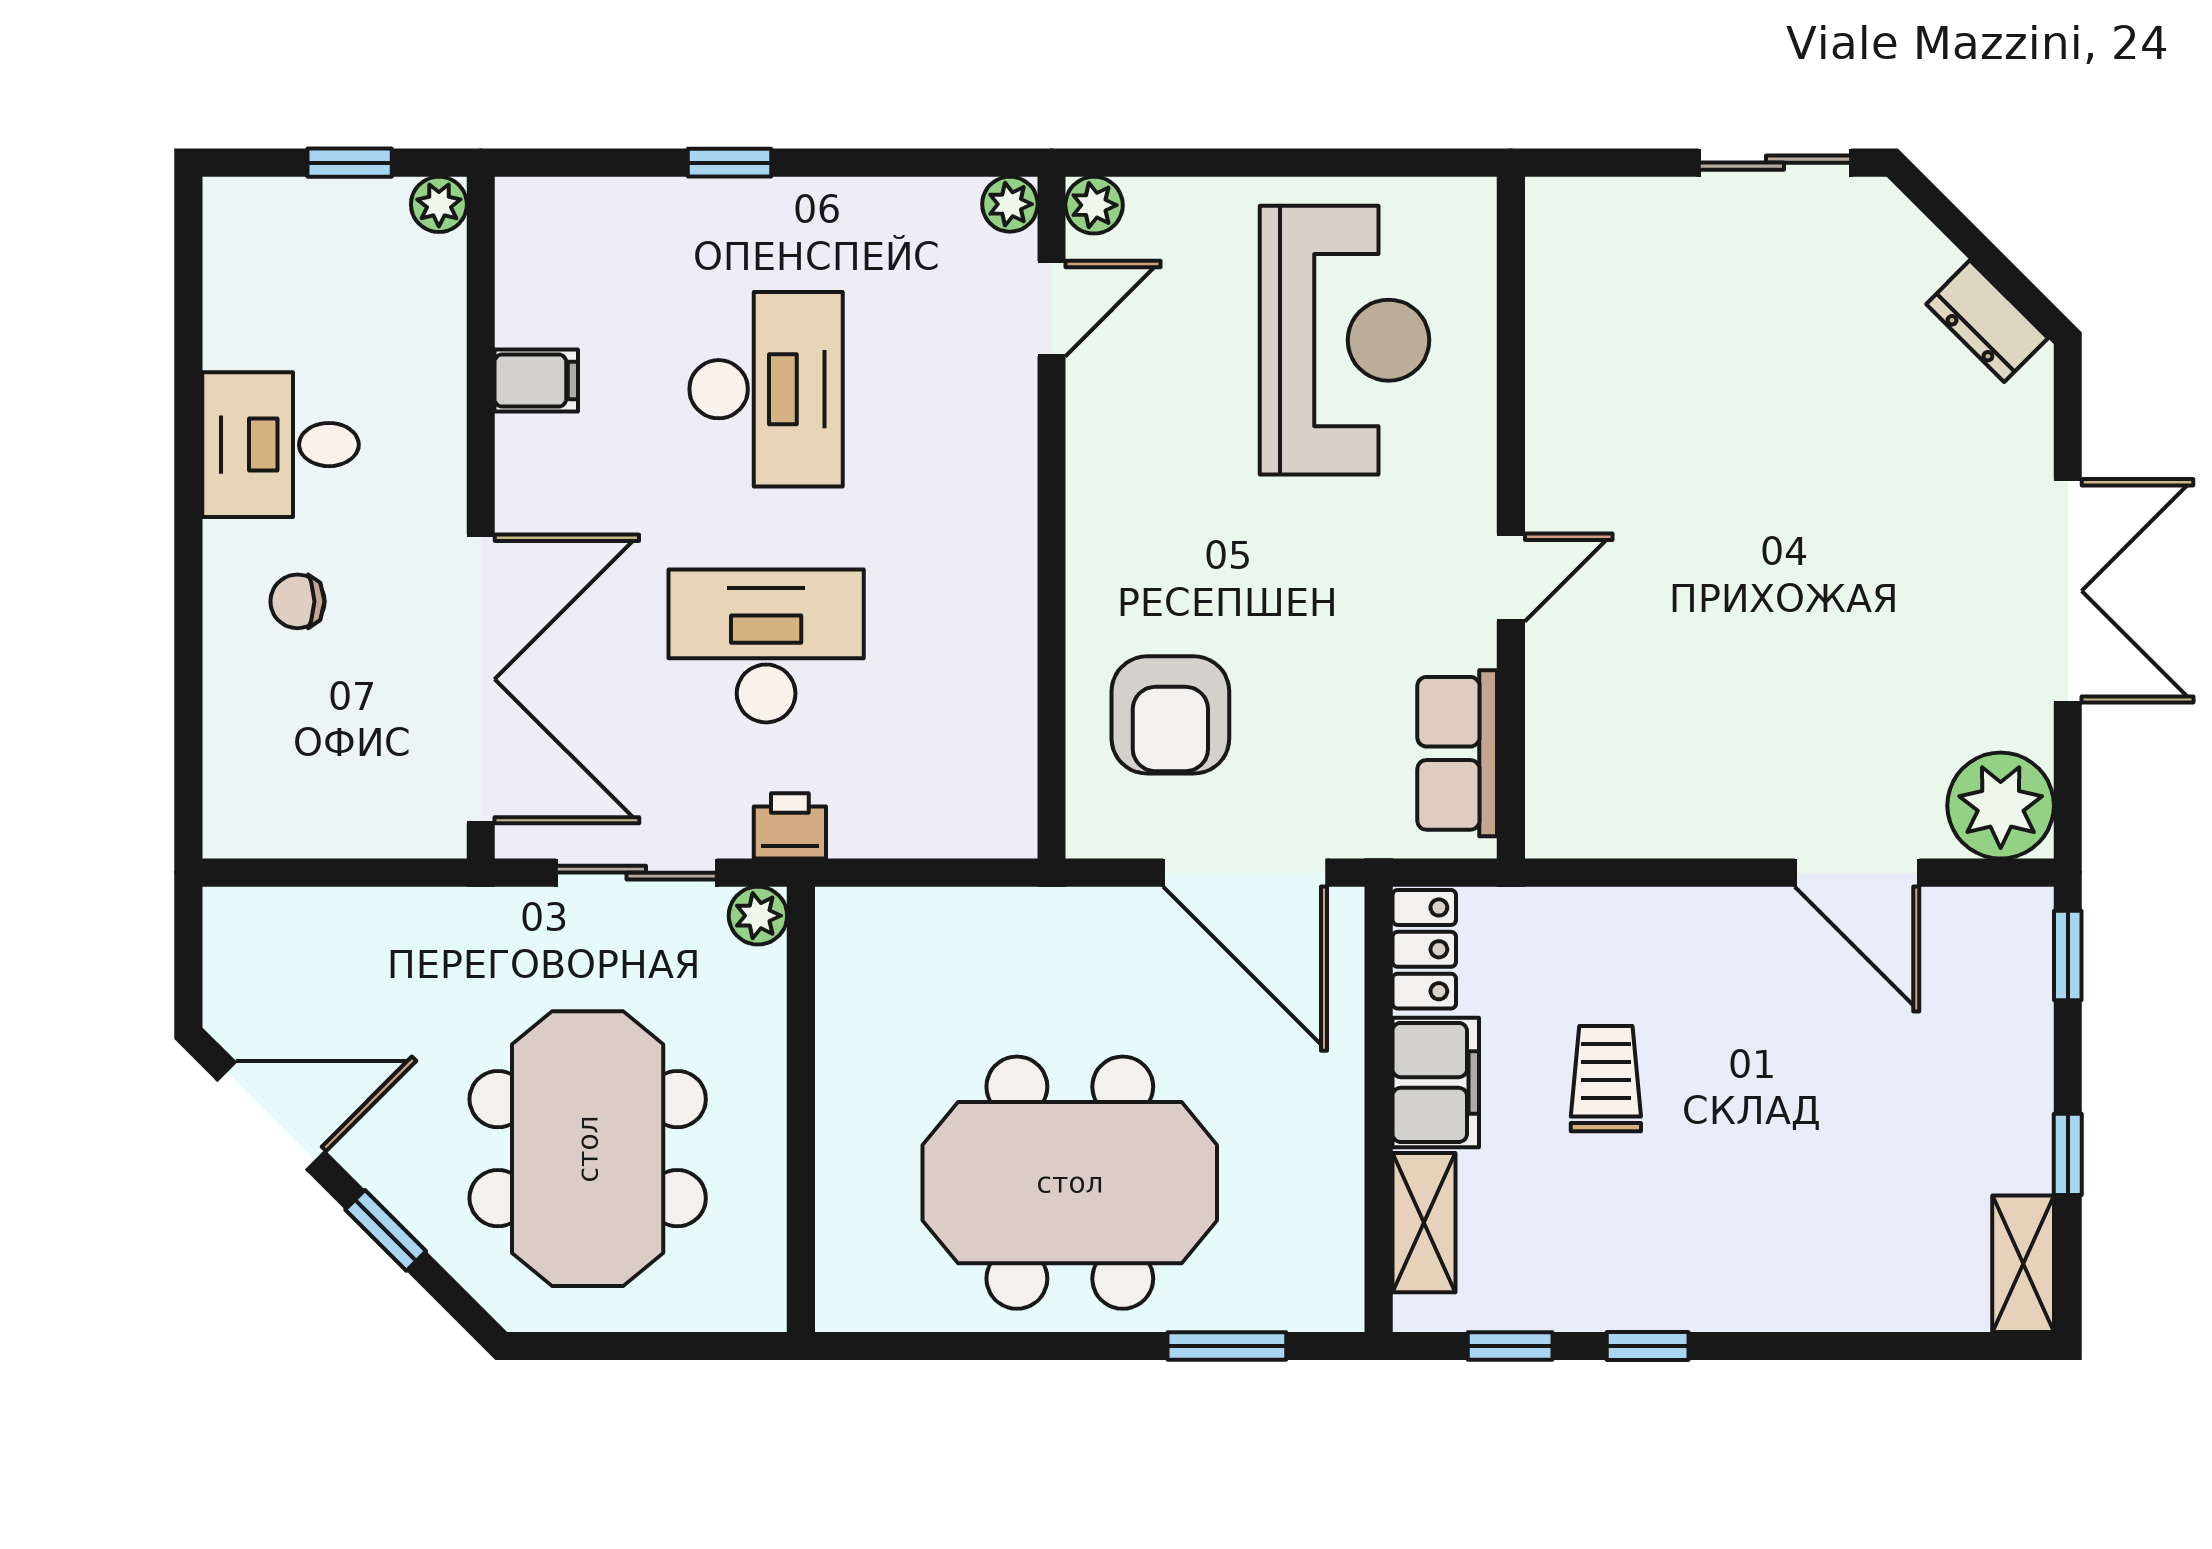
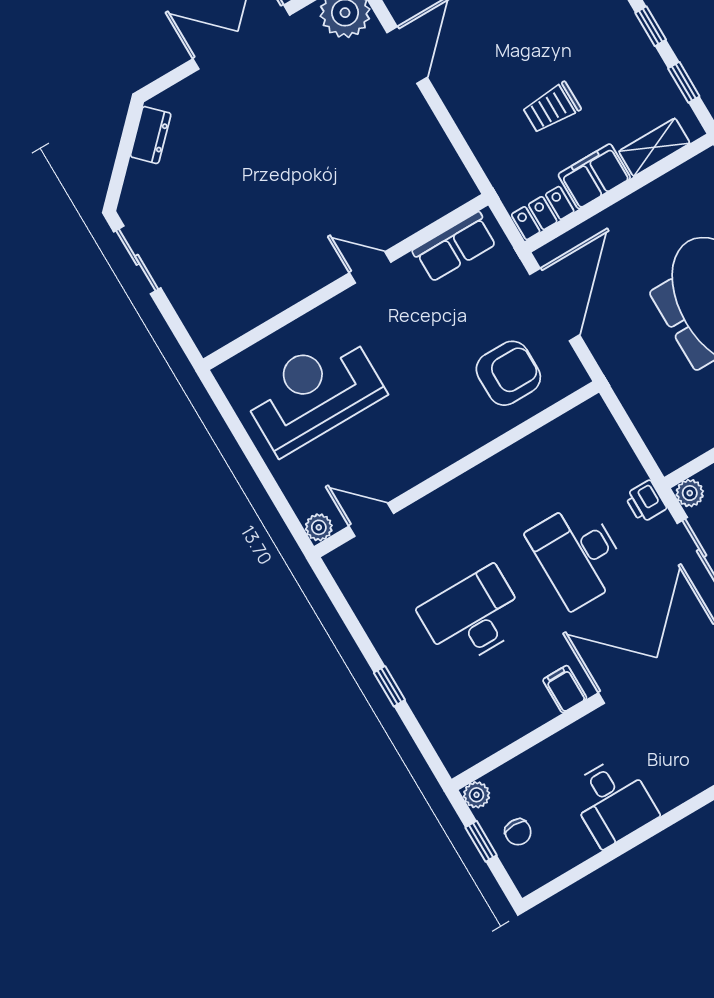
plant: (1010, 204) -> (339, 562), removed
filing cabinet: (536, 380) -> (565, 689), moved
chair: (297, 601) -> (518, 832), moved

